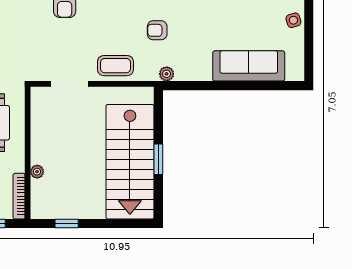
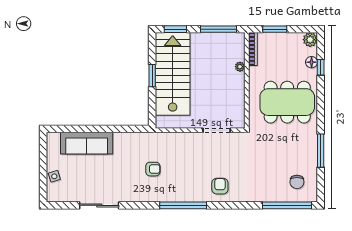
coffee table: (115, 66) -> (183, 143), removed
plant: (167, 74) -> (146, 137), removed
window: (67, 224) -> (219, 29), width x2.17
window: (126, 224) -> (175, 29), added

